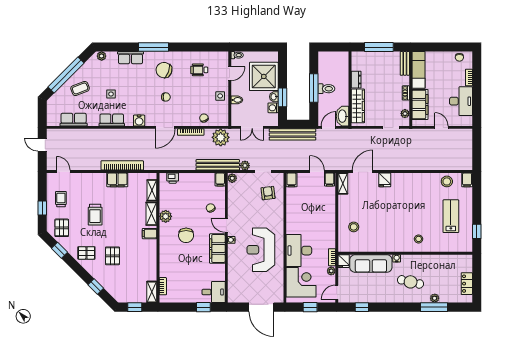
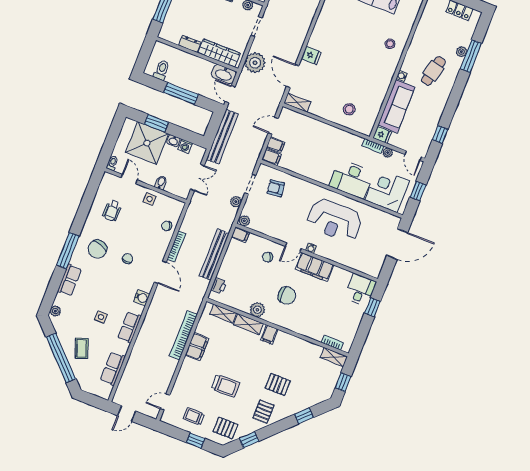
toilet: (326, 89) -> (162, 70), moved
window: (282, 97) -> (156, 123), moved
plant: (221, 137) -> (255, 63), moved
bench: (218, 165) -> (214, 255), moved
filing cabinet: (330, 179) -> (276, 145), moved

